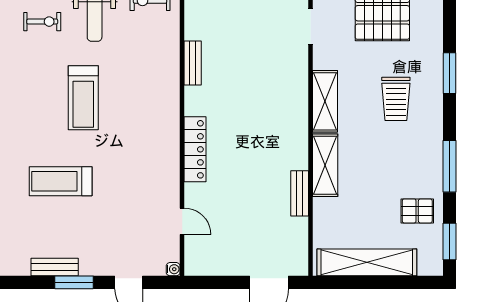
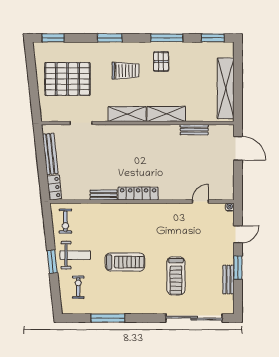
locker: (195, 149) -> (138, 194), moved
bench: (300, 193) -> (194, 130), moved
pallet: (417, 211) -> (161, 62), moved

